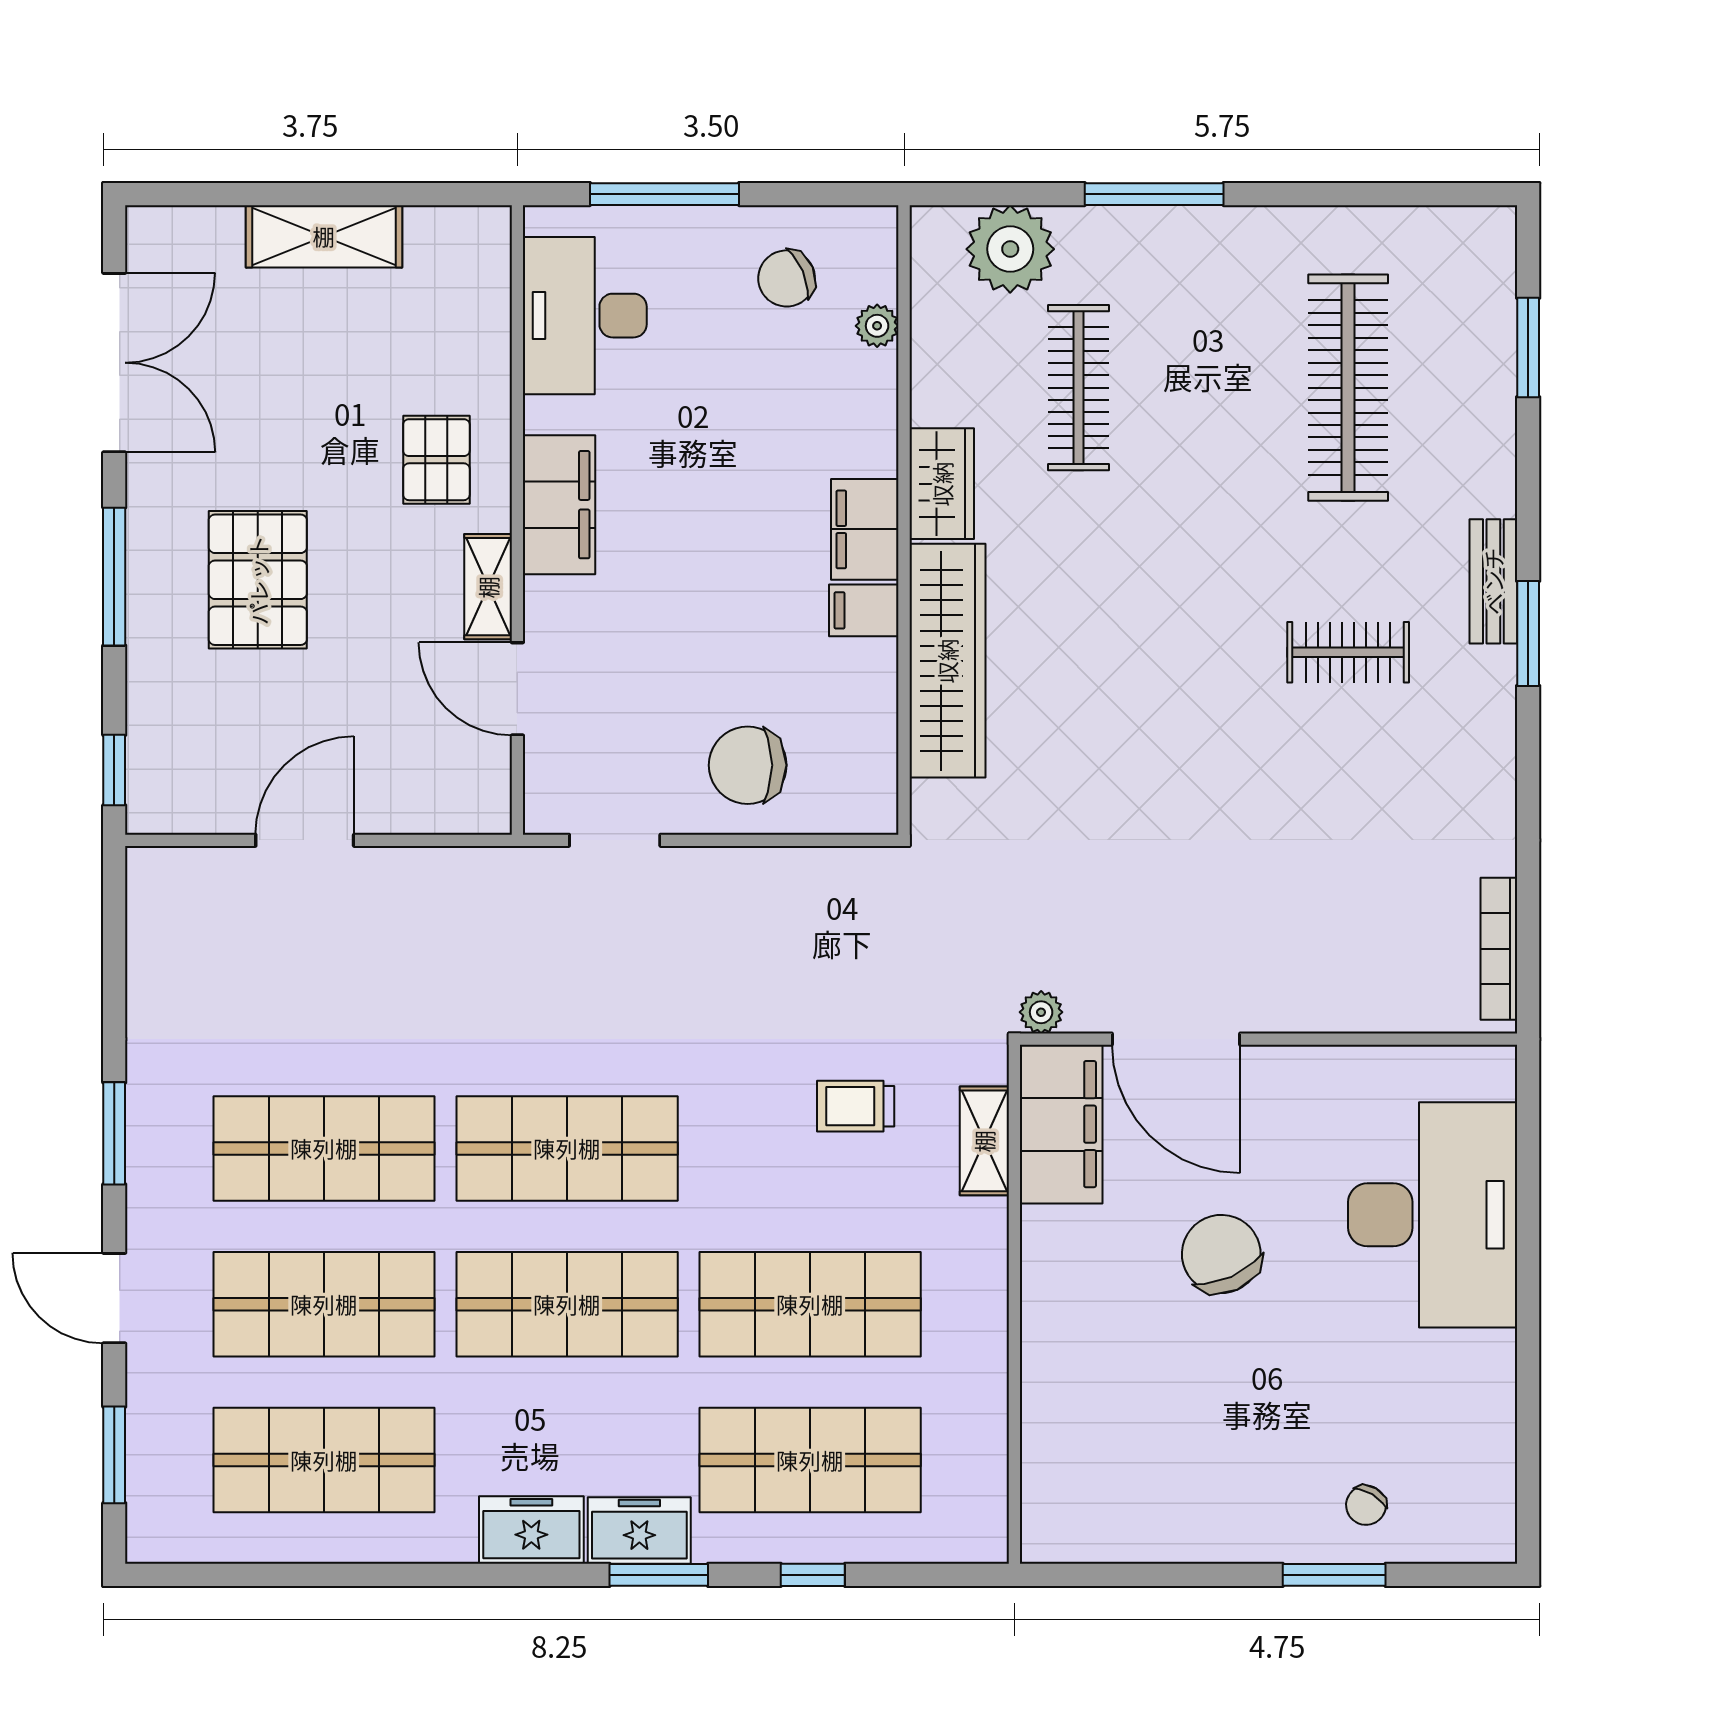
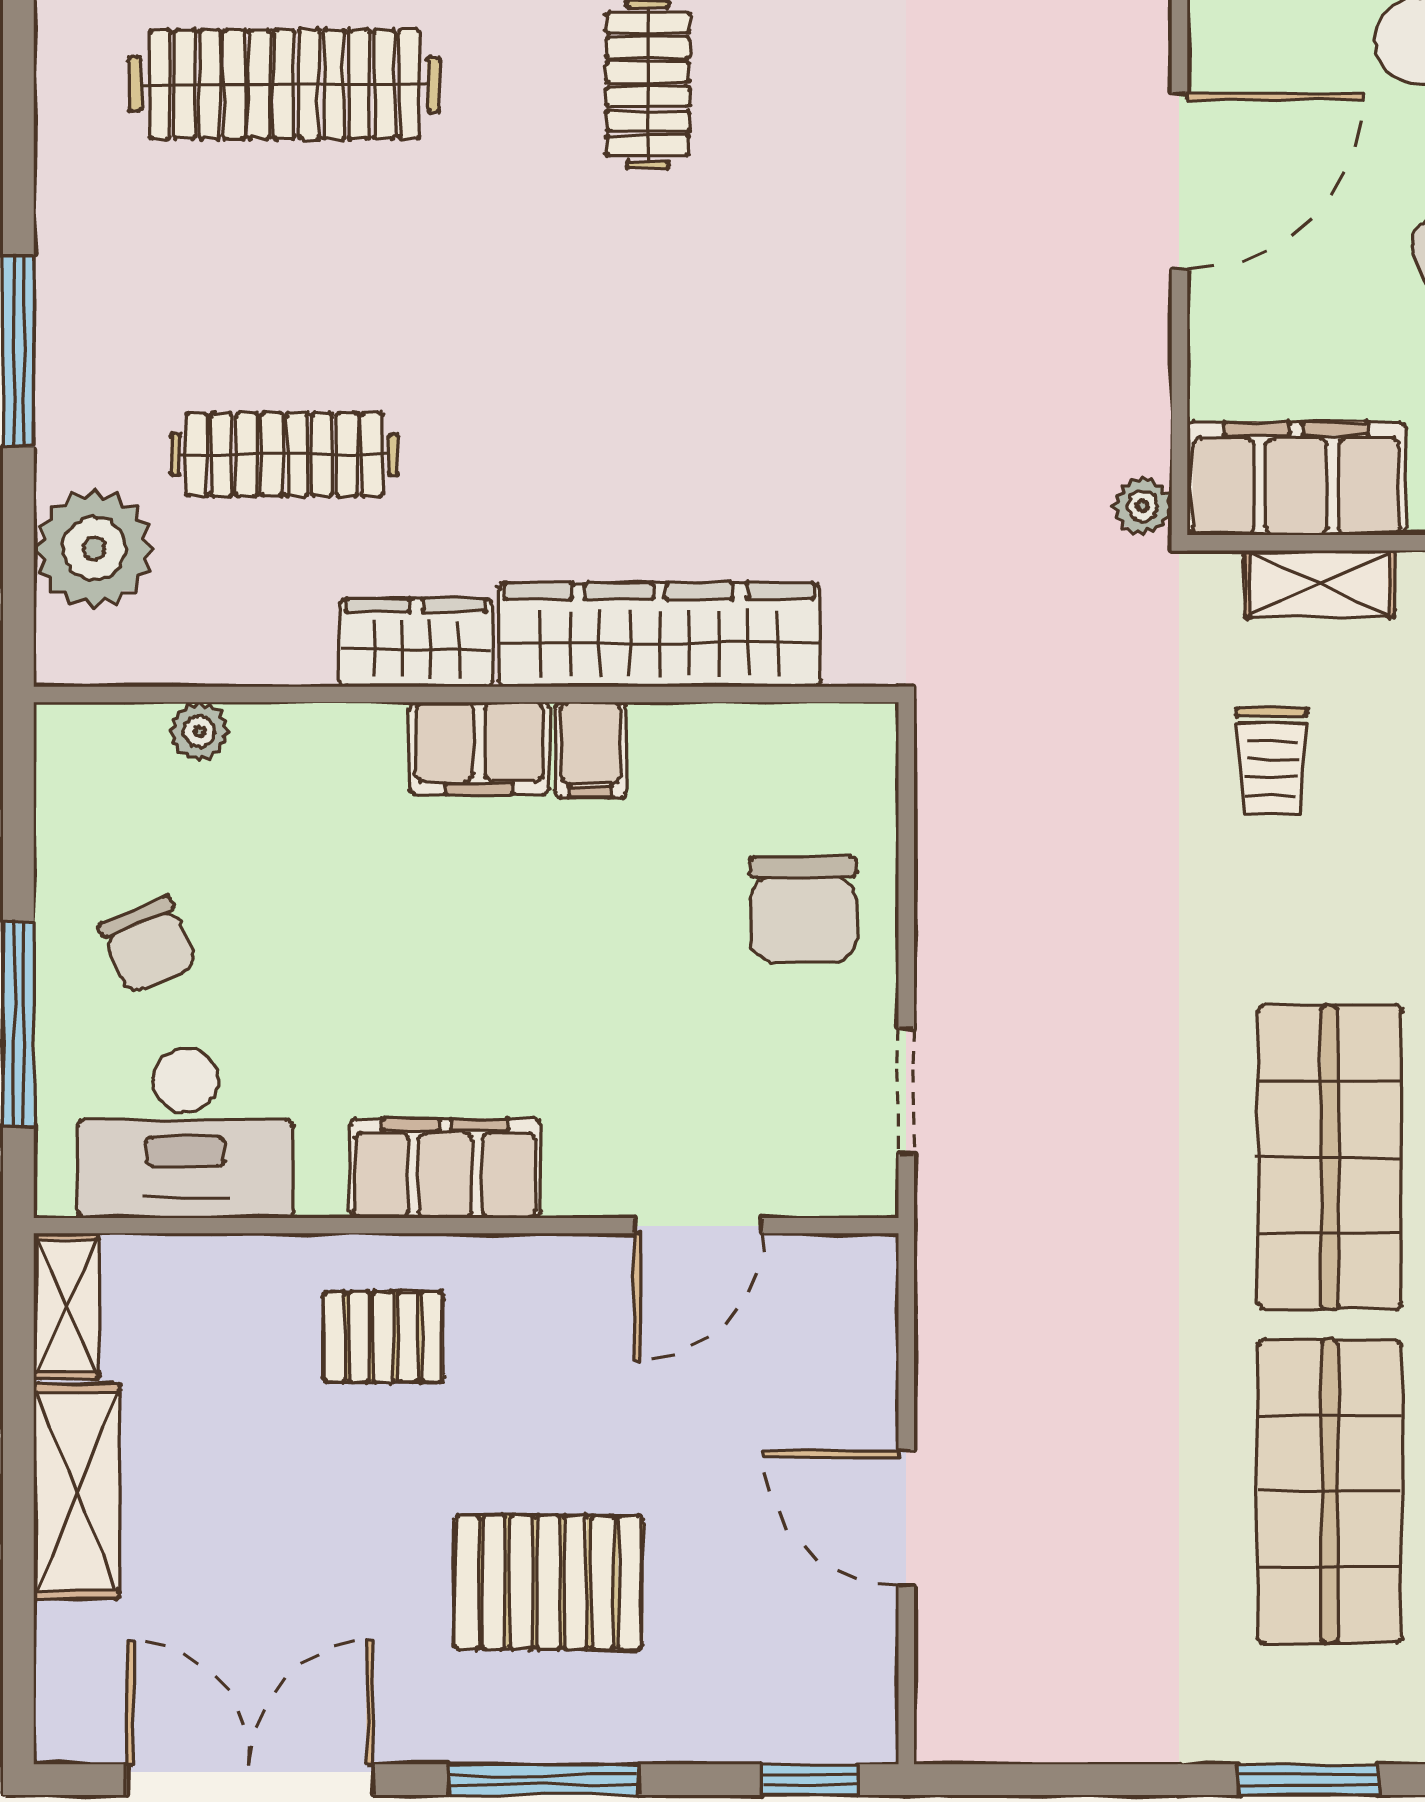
chair: (787, 278) -> (148, 945), moved
shelving: (488, 587) -> (66, 1306), moved, turned 90
door: (1176, 1039) -> (1179, 181), moved

